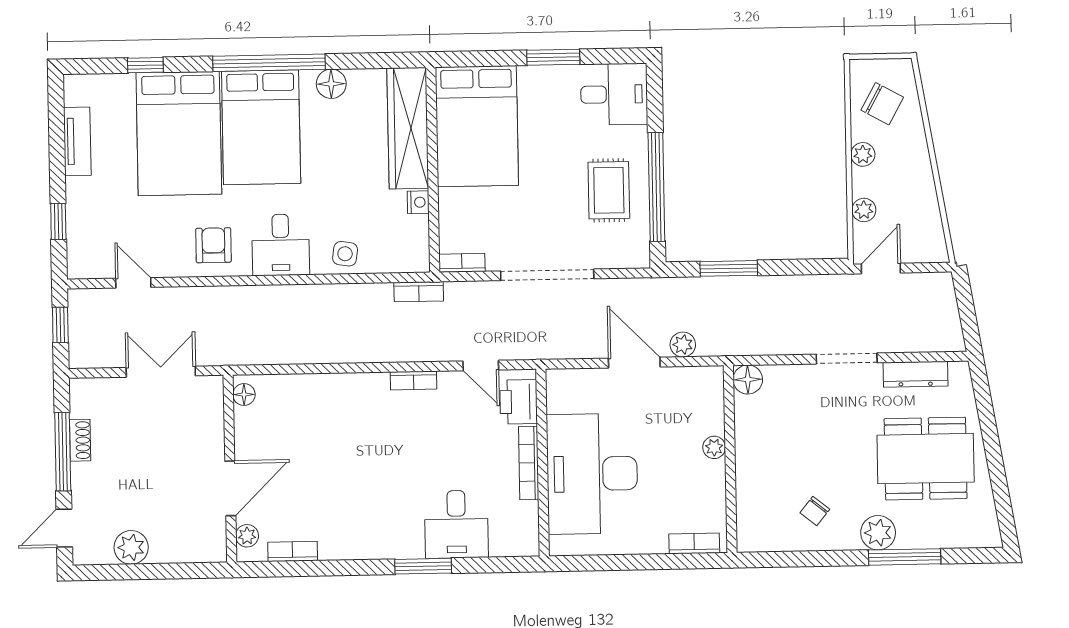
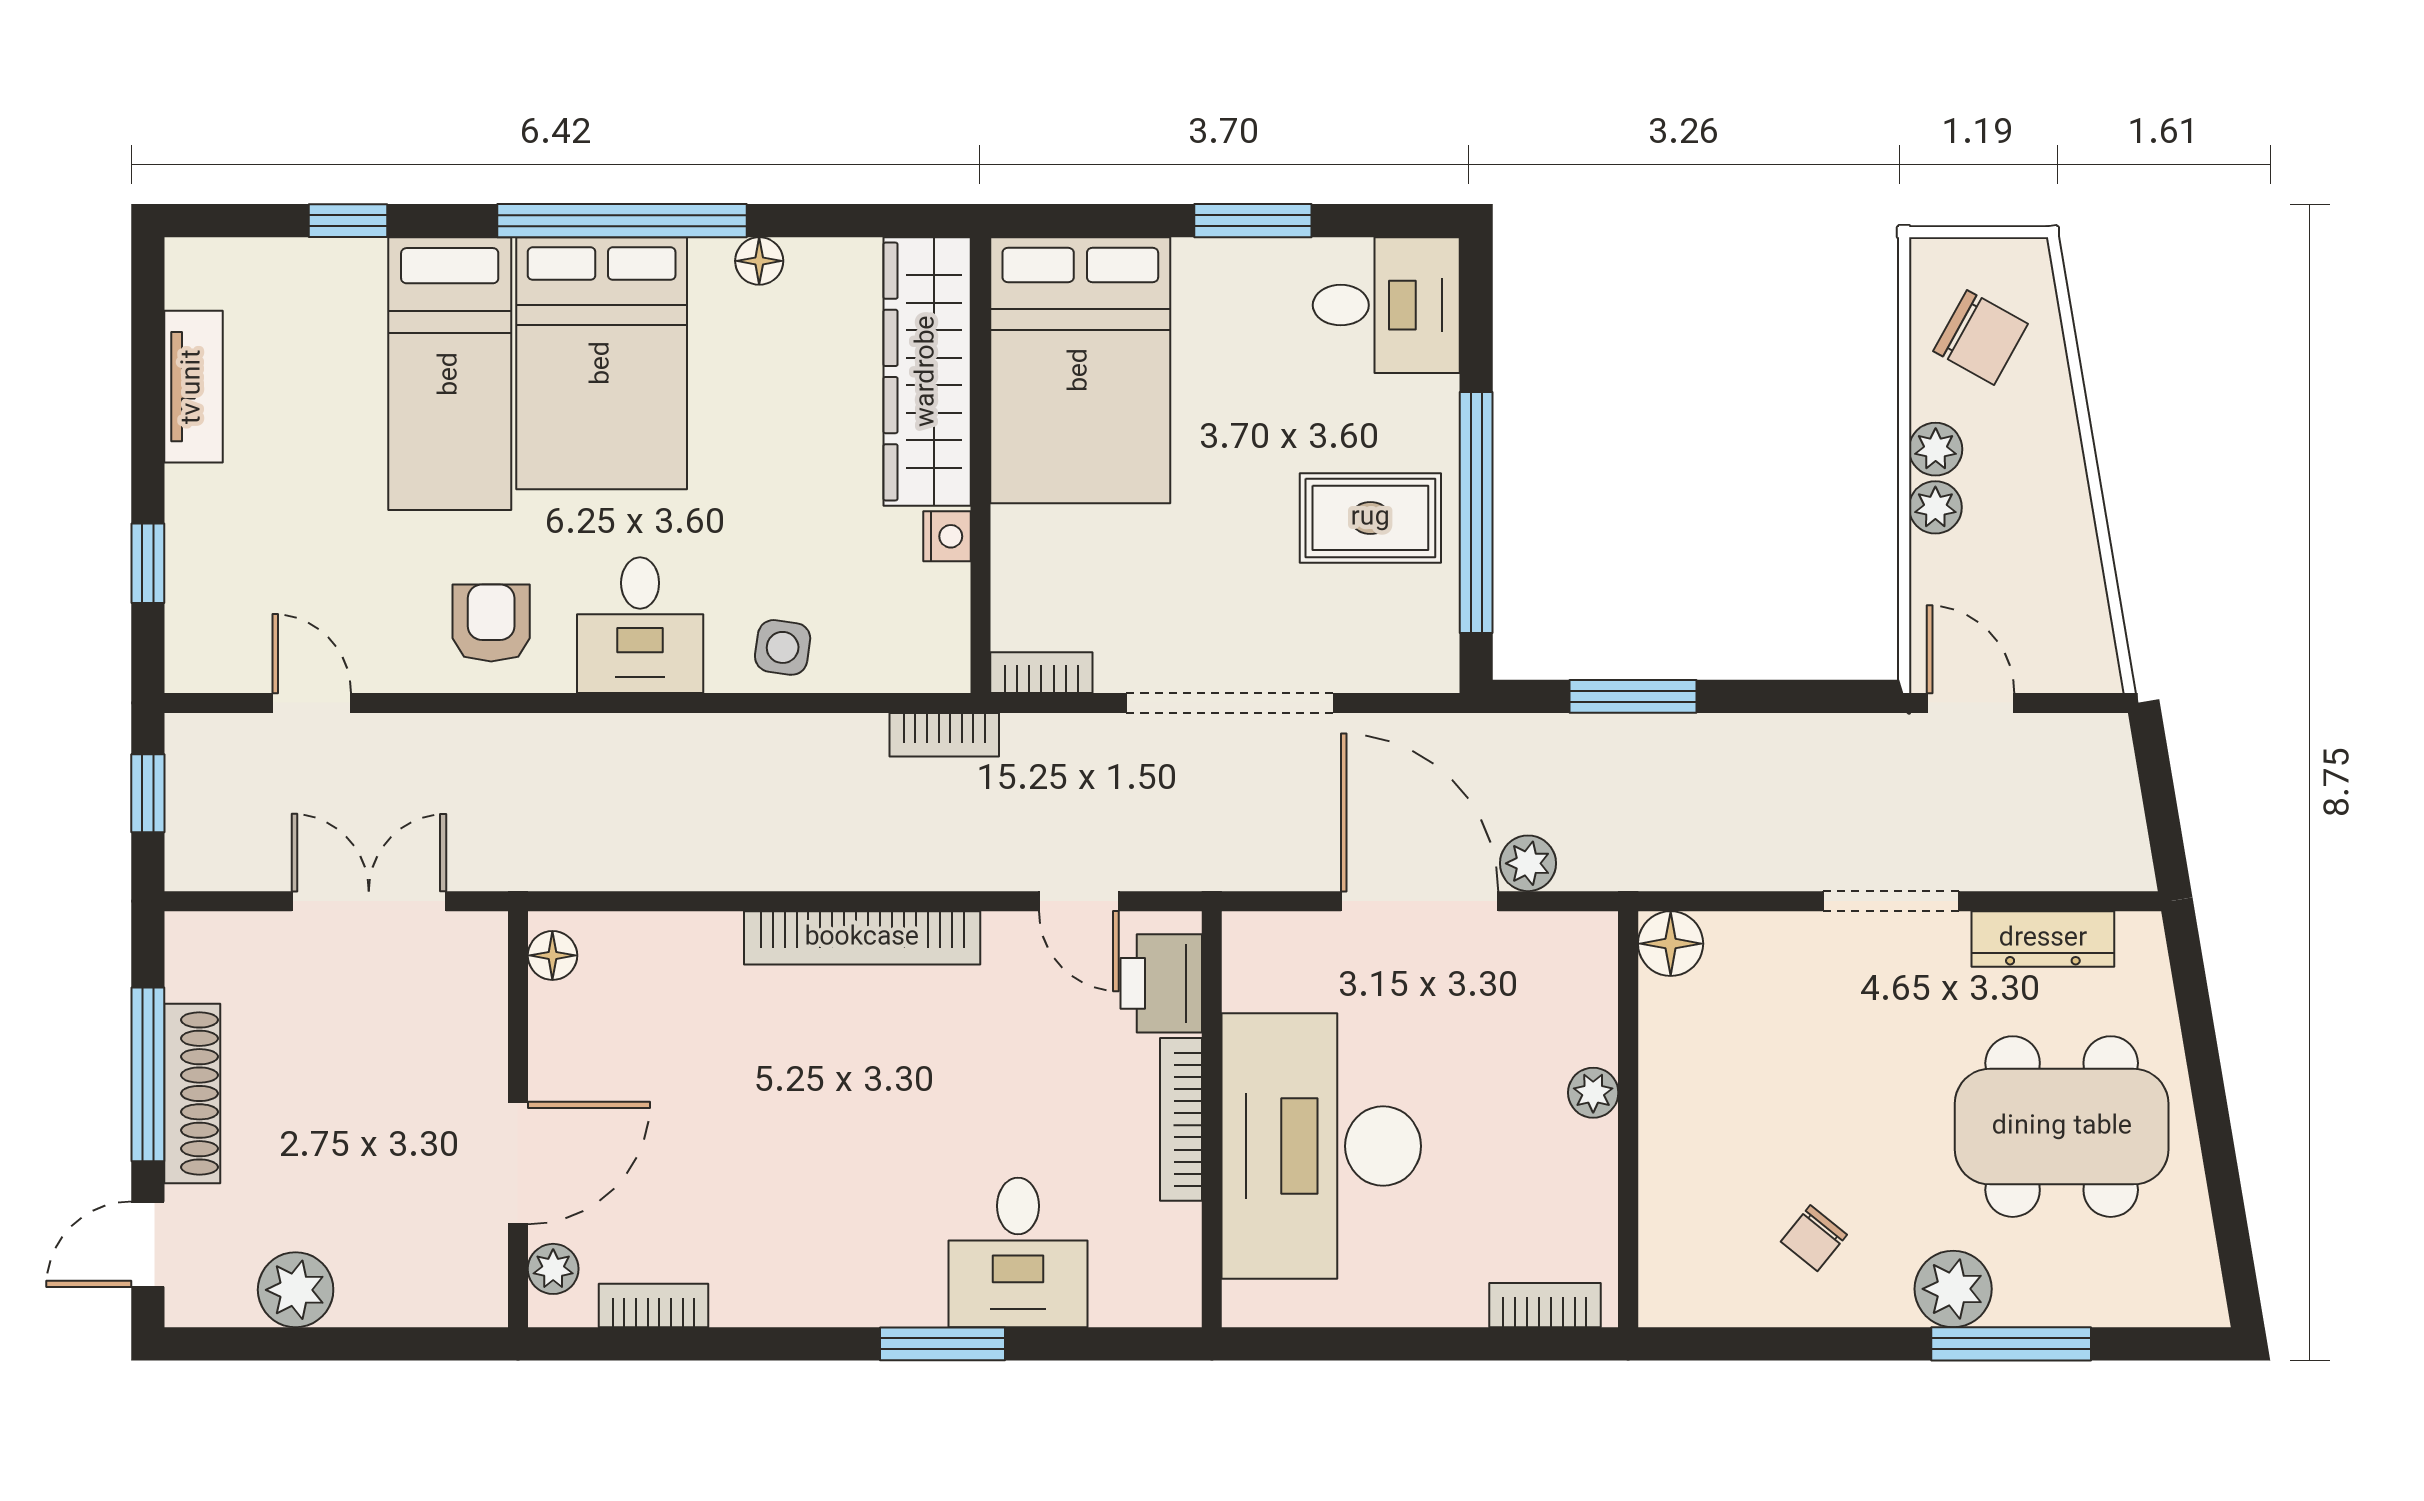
floor lamp: (331, 84) -> (759, 261), width x0.73, depth x0.73
bed: (179, 133) -> (450, 374), width x0.67
rug: (609, 190) -> (1370, 518), turned 90
plant: (864, 210) -> (1935, 507), moved
door: (881, 268) -> (1971, 703), hinge flipped
door: (634, 363) -> (1420, 901), width x1.36
bookcase: (414, 380) -> (862, 938), width x2.31, depth x1.31
shoe rack: (80, 440) -> (192, 1093), width x1.94, depth x1.24

